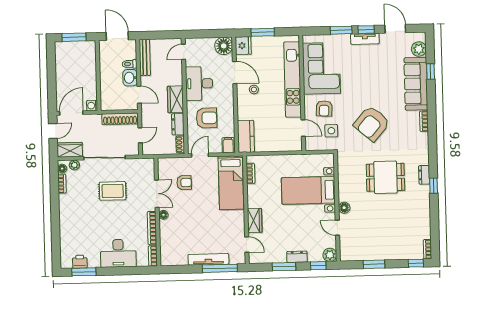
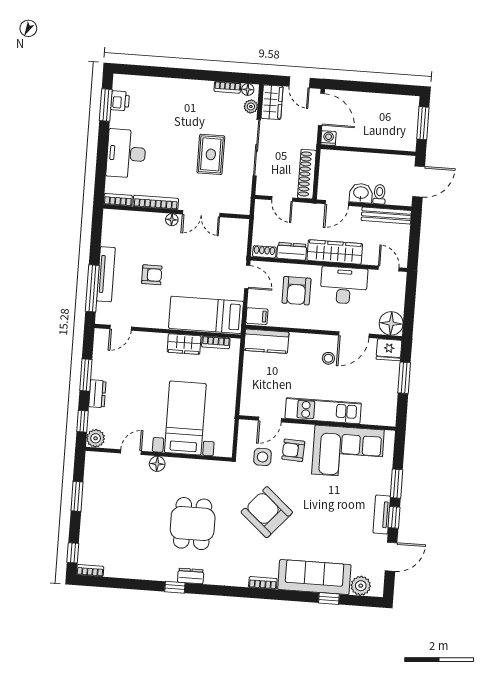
kitchen unit: (293, 79) -> (323, 411), width x0.73
wardrobe: (175, 99) -> (335, 252), width x1.50
armchair: (184, 183) -> (152, 275), moved, turned -90
wardrobe: (255, 220) -> (184, 344), moved

